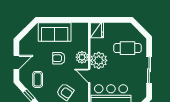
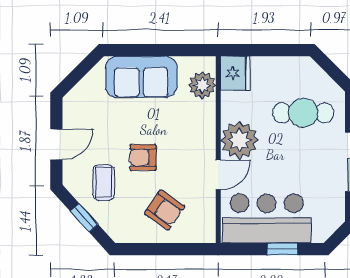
plant: (82, 57) -> (202, 85), moved
armchair: (59, 58) -> (143, 157), moved
door: (89, 76) -> (218, 175), swing flipped

